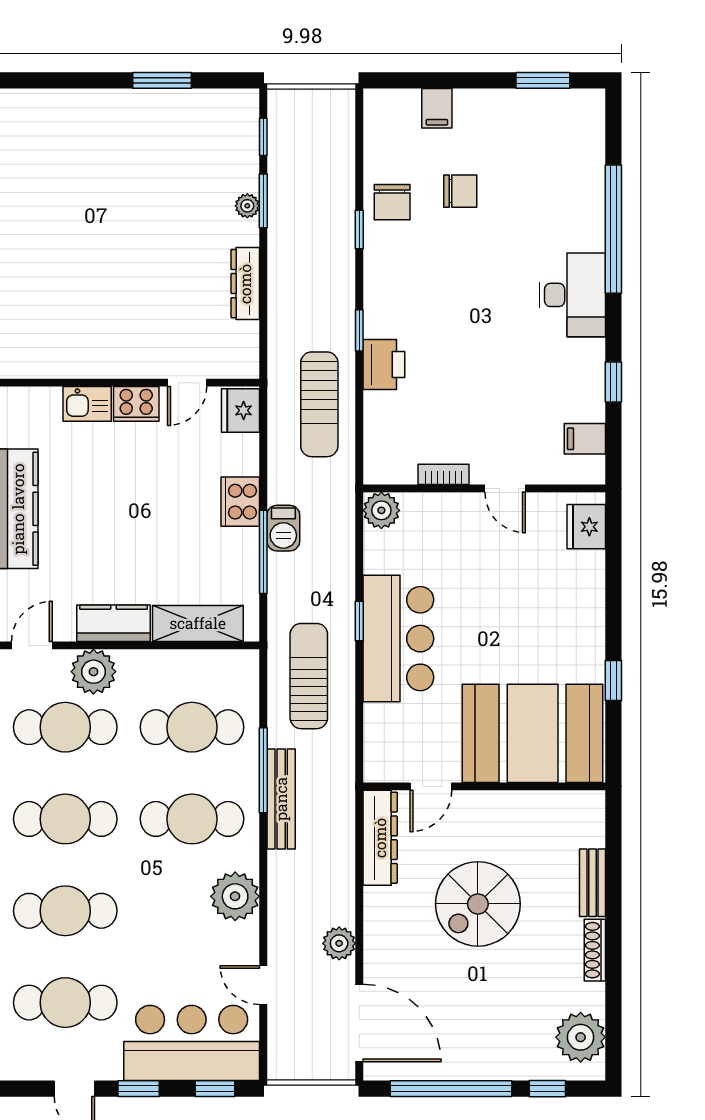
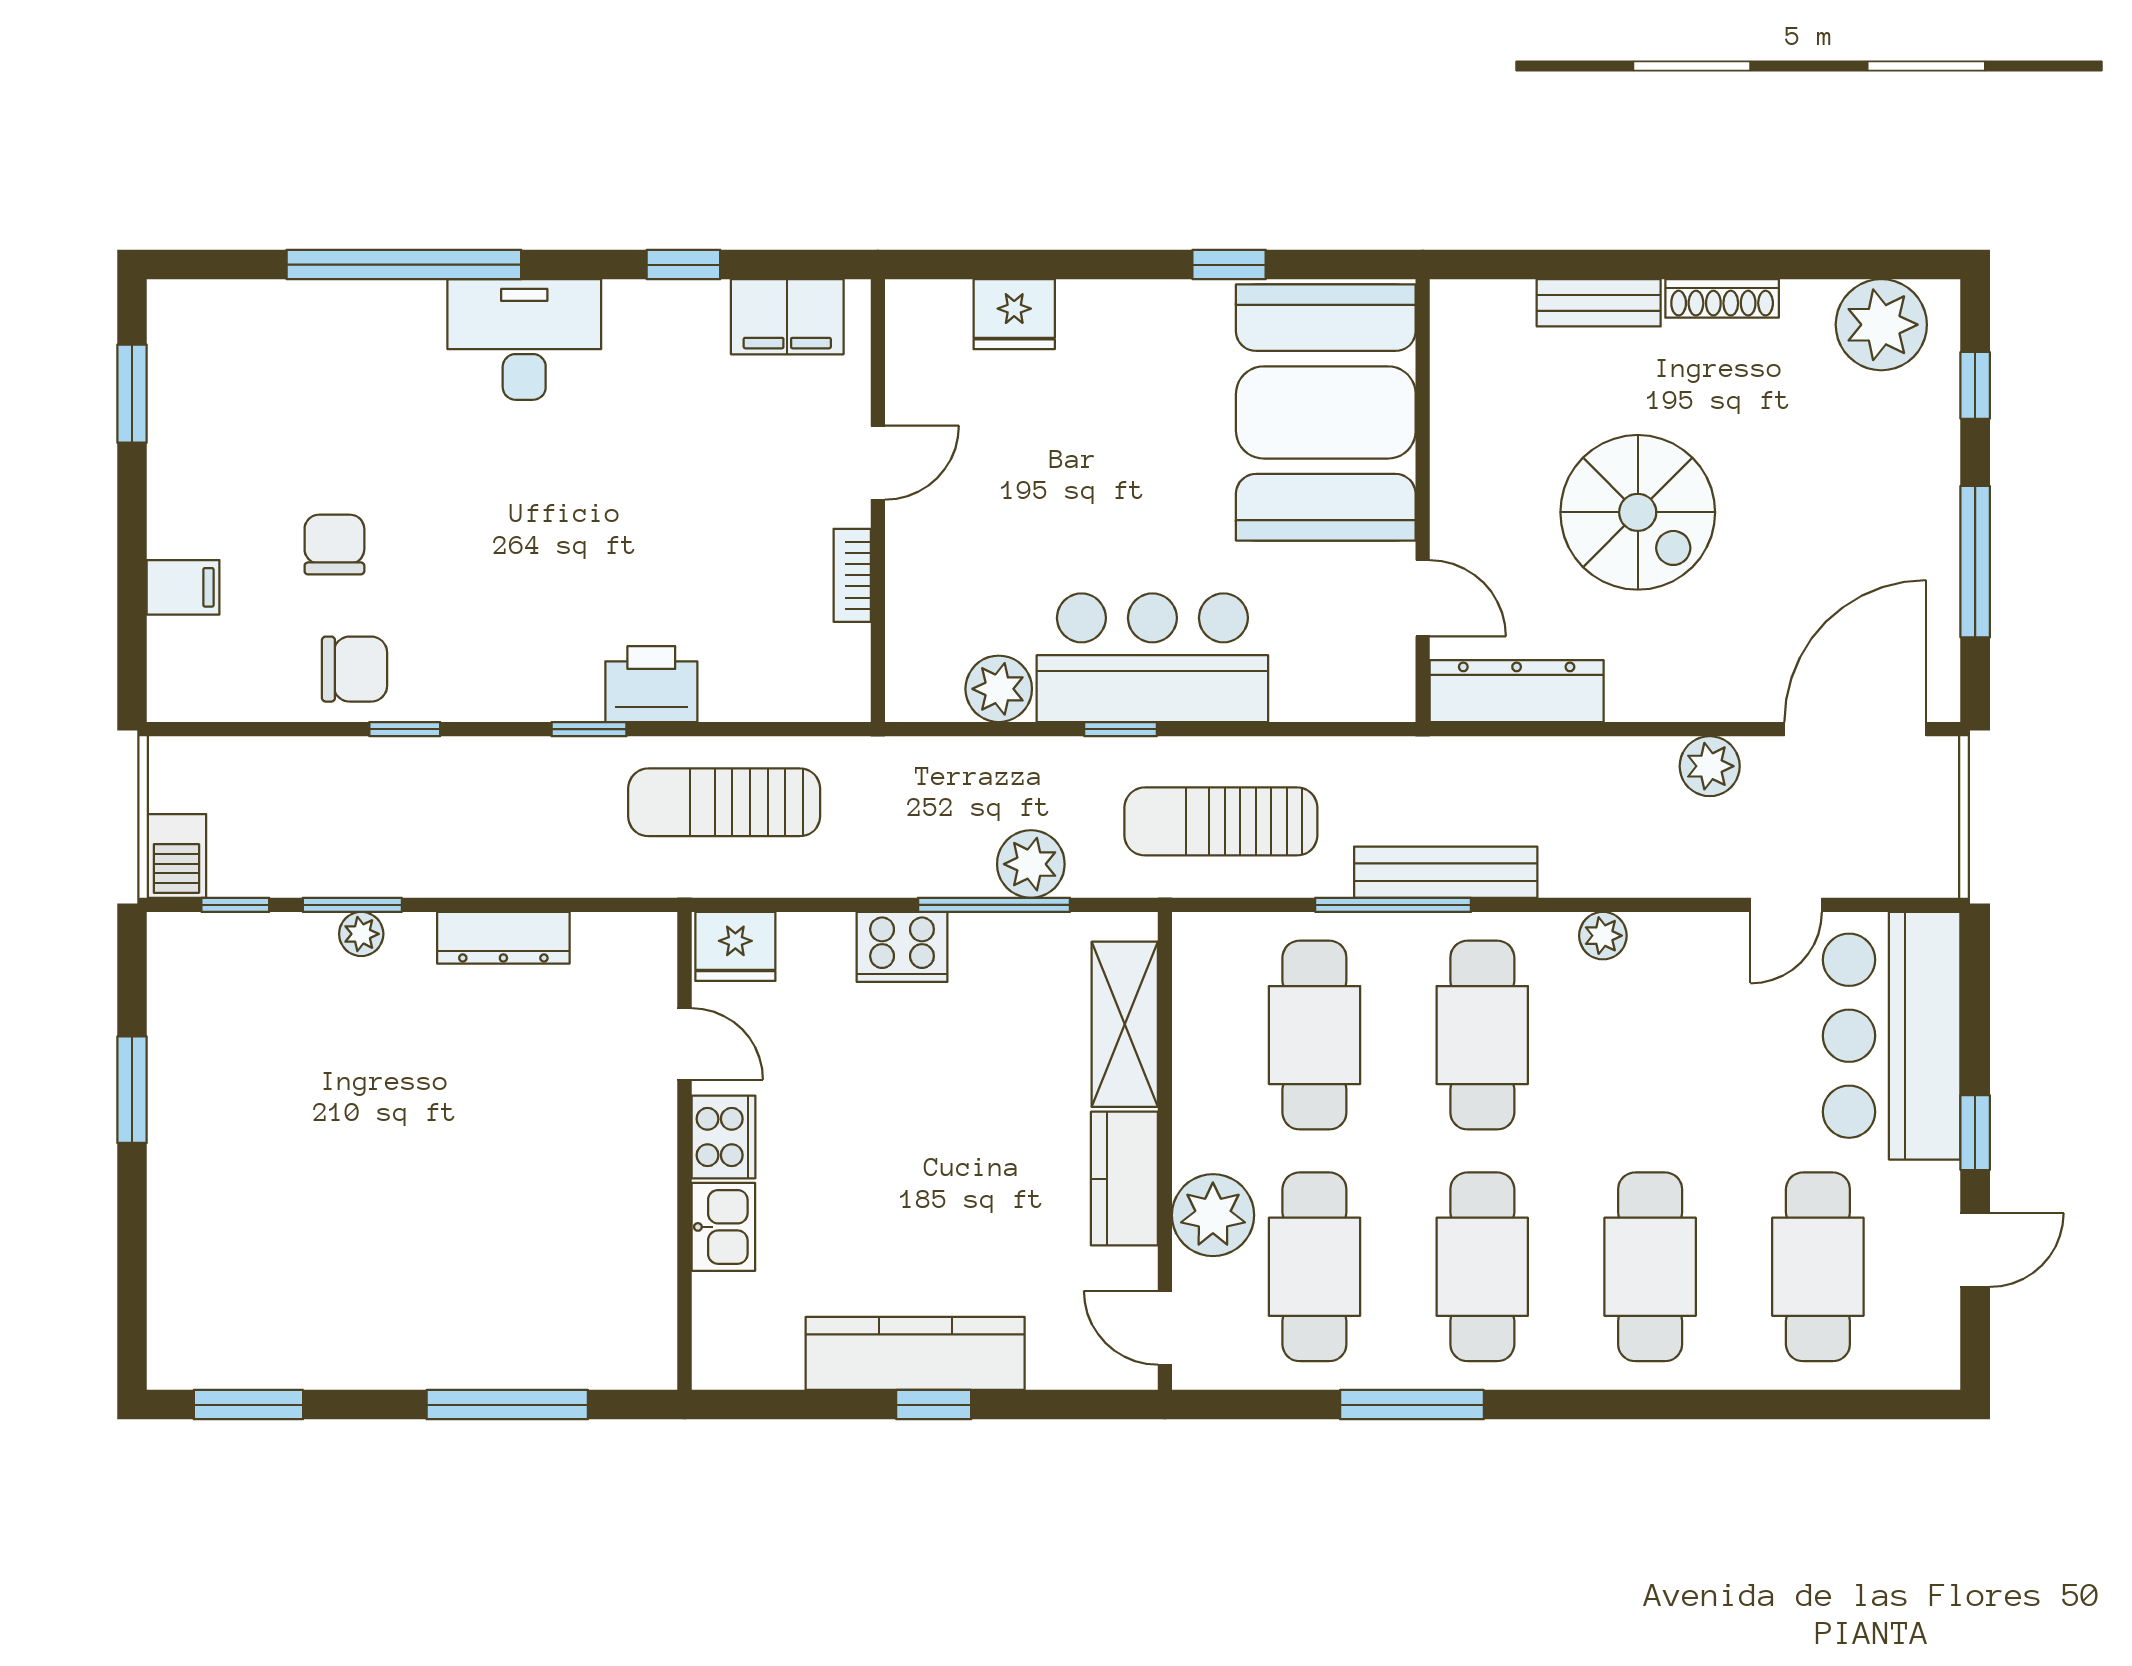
sun lounger: (319, 404) -> (724, 802), turned 180
filing cabinet: (585, 439) -> (787, 317), width x2.00
plant: (381, 510) -> (999, 689), moved
fridge: (586, 527) -> (1014, 314), moved
barbecue: (283, 528) -> (176, 856), moved, turned 90
plant: (286, 572) -> (1031, 864), added
plant: (235, 896) -> (1603, 936), width x0.53, depth x0.53
window: (215, 1089) -> (1975, 993), removed
window: (451, 1089) -> (1975, 562), width x0.68

